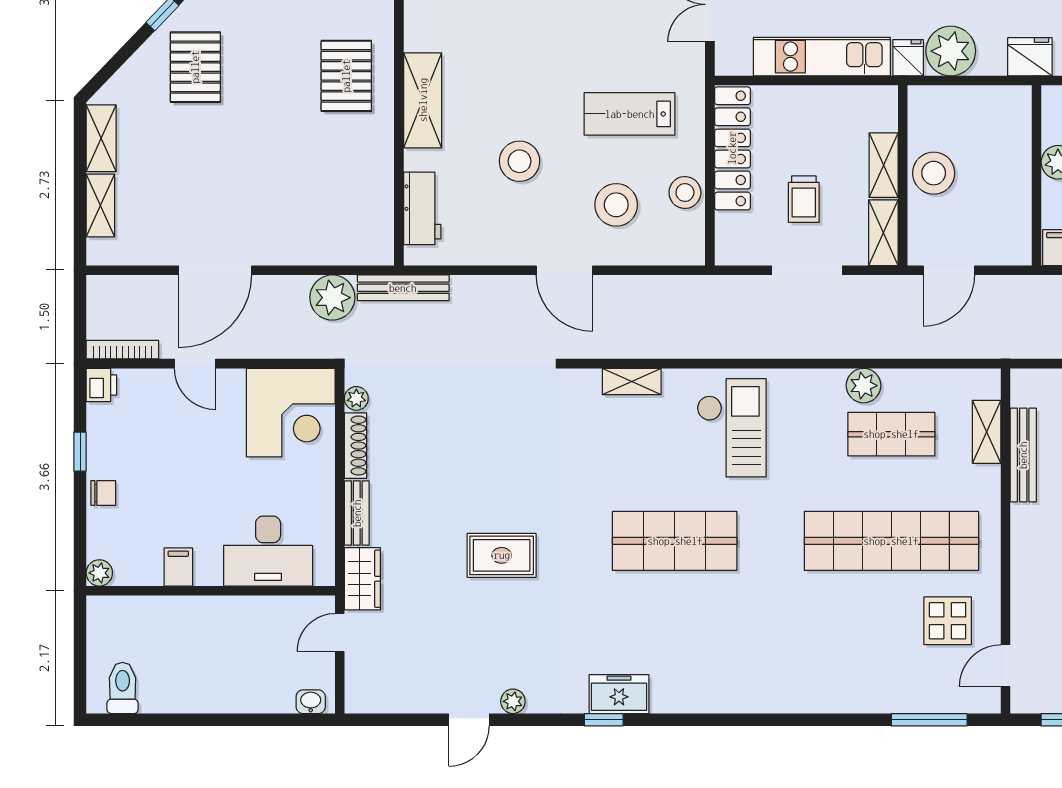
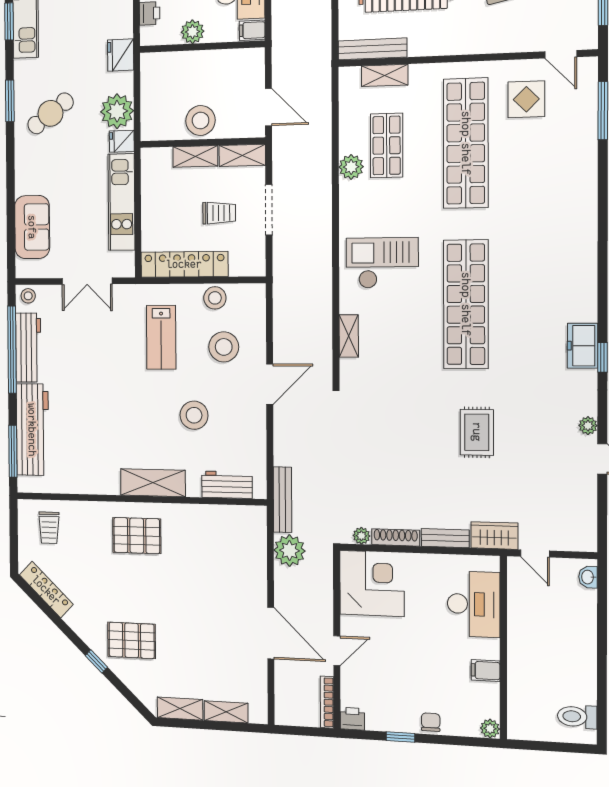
bench: (1023, 455) -> (372, 49), moved
shop shelf: (675, 541) -> (466, 304), width x1.40

